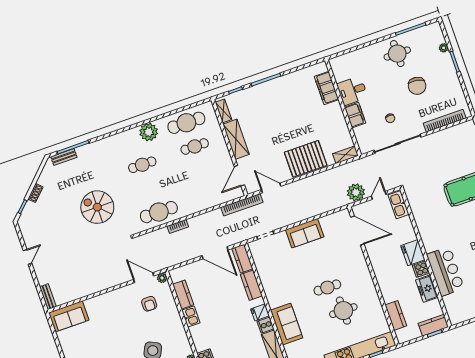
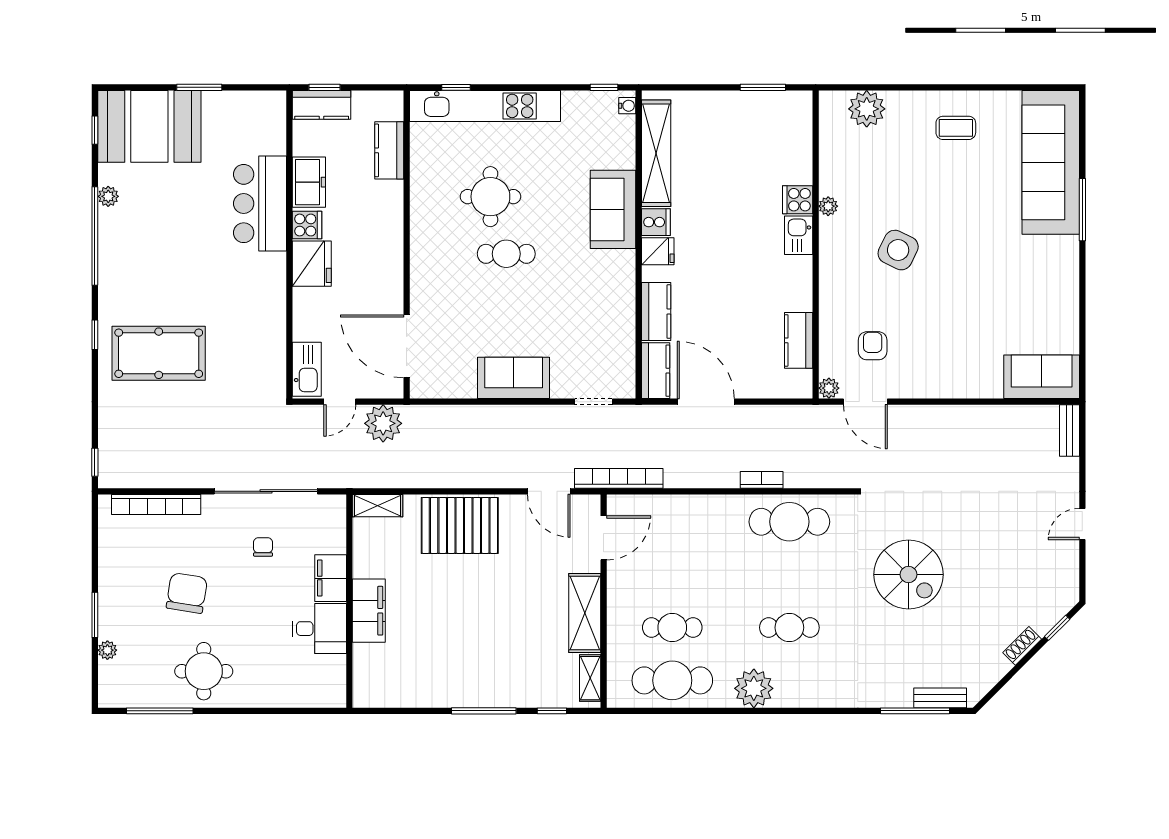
filing cabinet: (327, 88) -> (369, 611), moved
kitchen sink: (191, 317) -> (799, 235), moved

